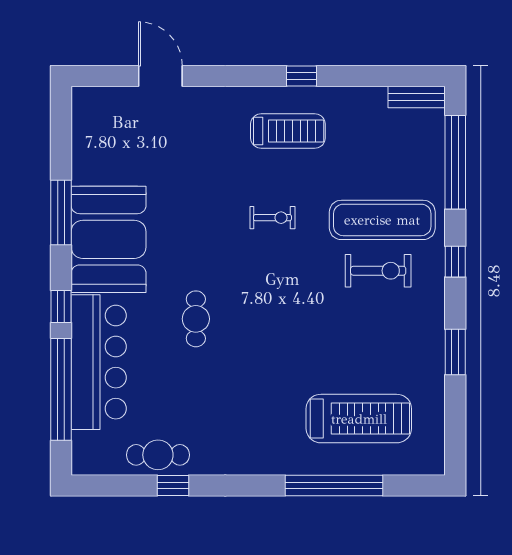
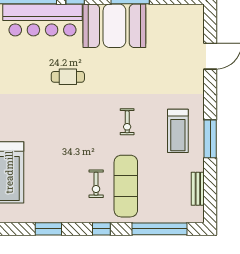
window: (302, 76) -> (210, 139), width x2.17
bench: (417, 97) -> (198, 189), moved
exercise bike: (378, 271) -> (96, 184), width x0.73, depth x0.72

